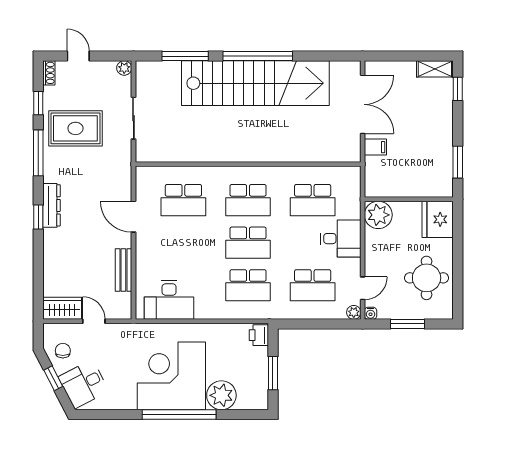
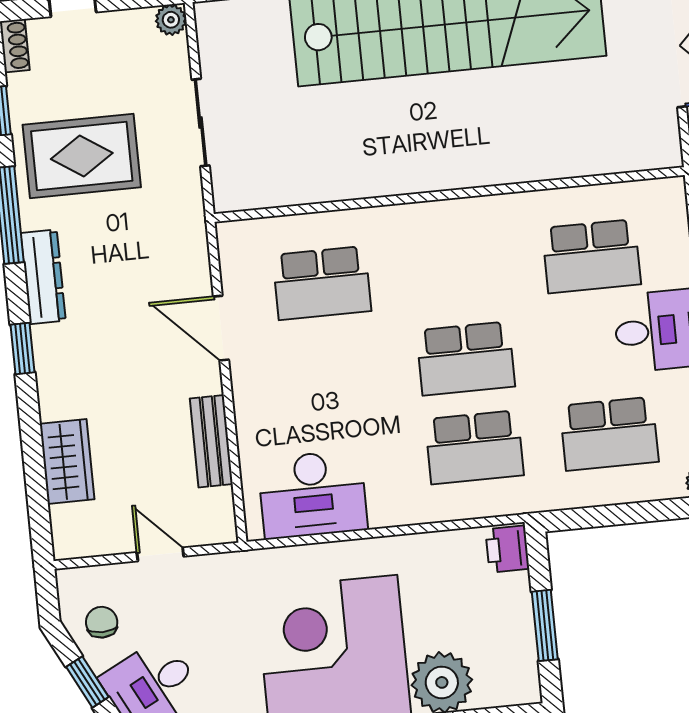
school desk: (248, 200) -> (457, 270), removed
dresser: (51, 205) -> (43, 277), moved
wardrobe: (62, 308) -> (67, 462), moved, turned 90

